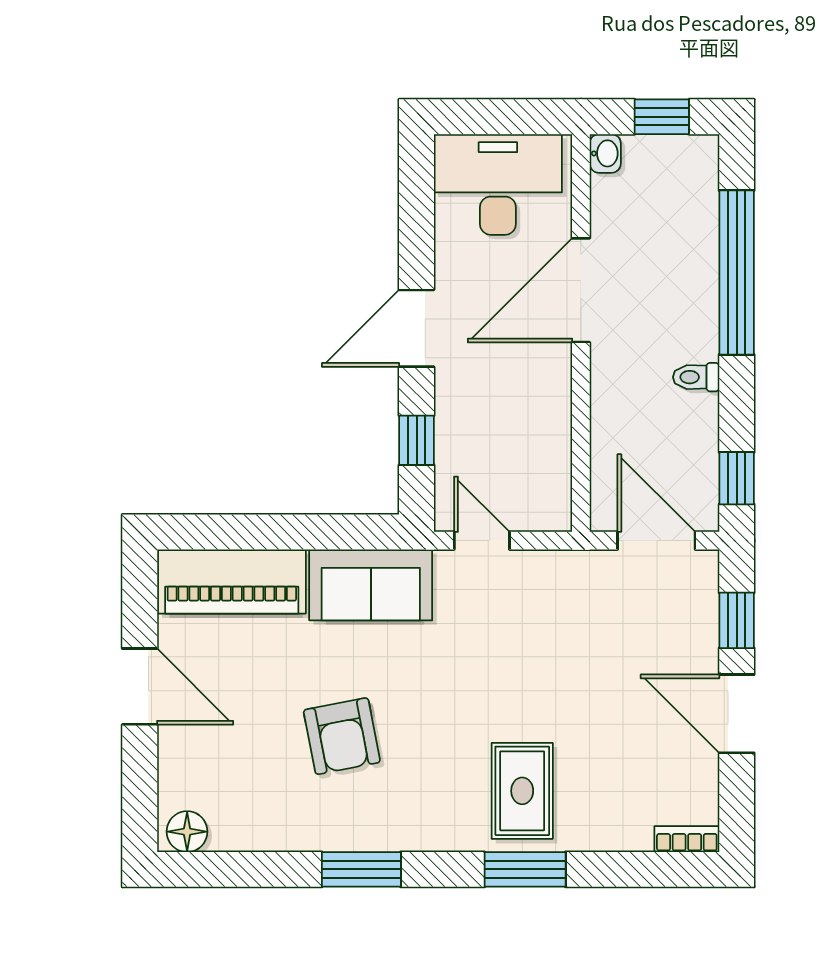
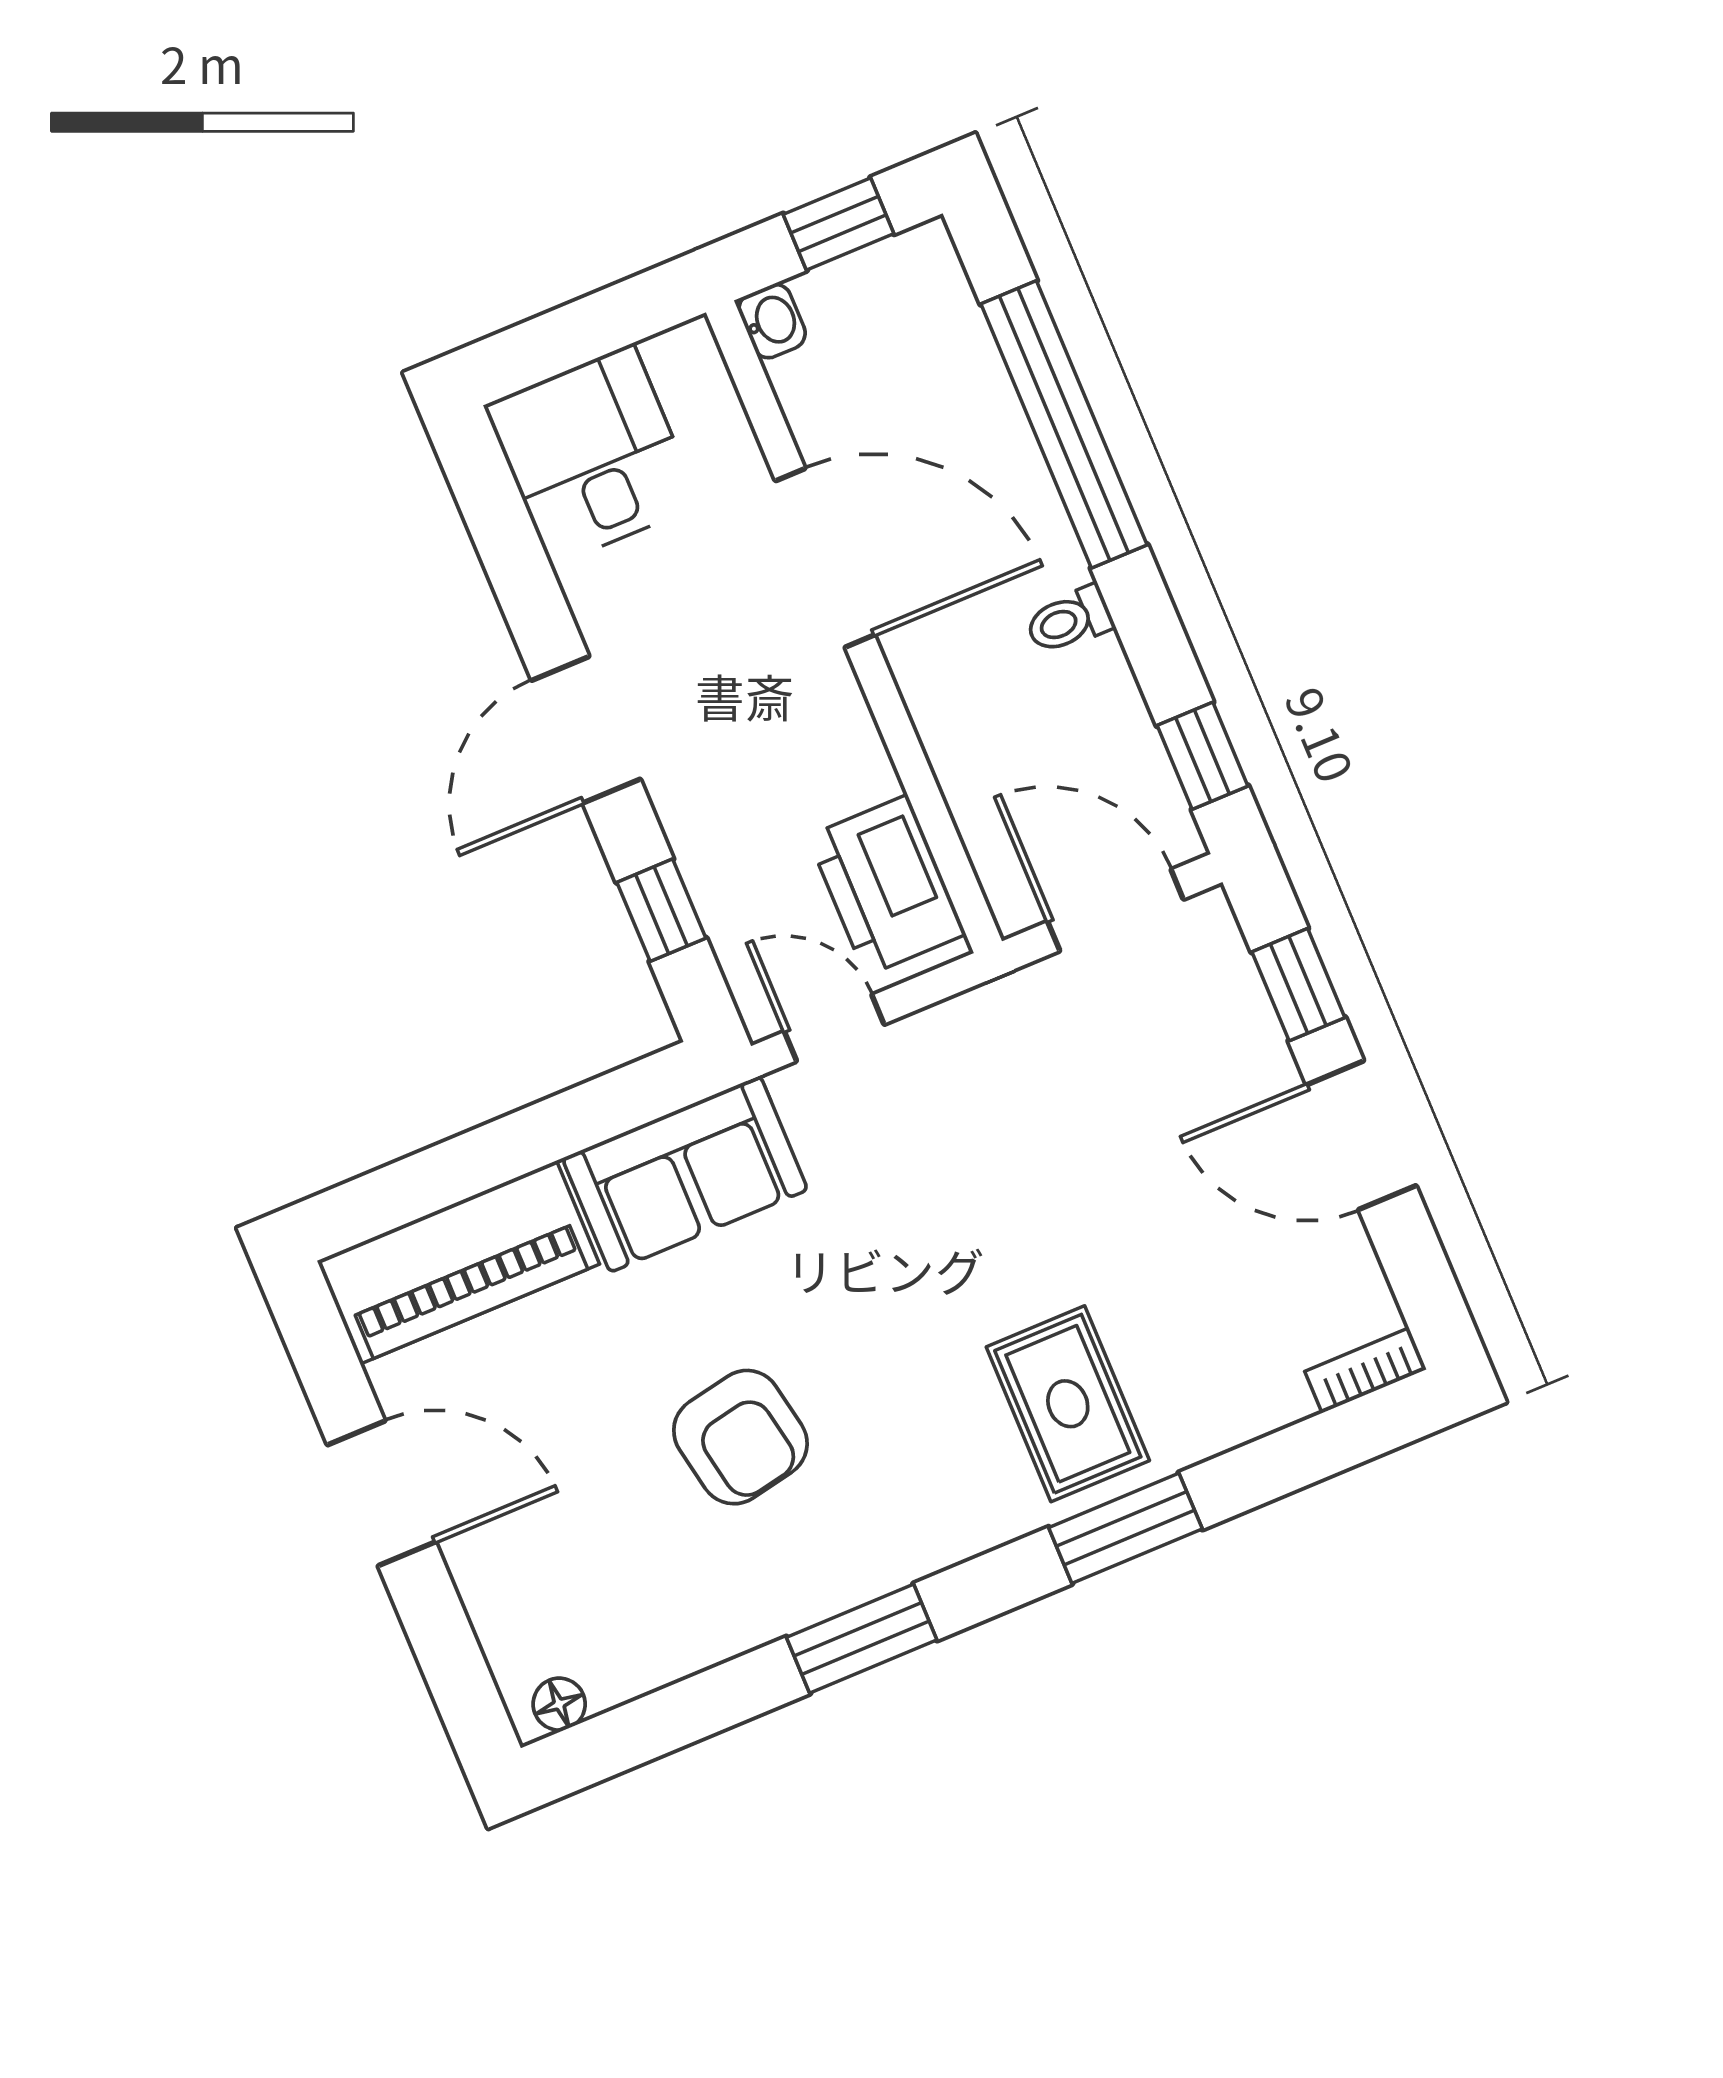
desk: (498, 184) -> (592, 455), width x0.73
door: (581, 290) -> (825, 558), swing flipped
printer: (541, 477) -> (887, 885), added
floor lamp: (187, 832) -> (559, 1704), width x0.73, depth x0.73

